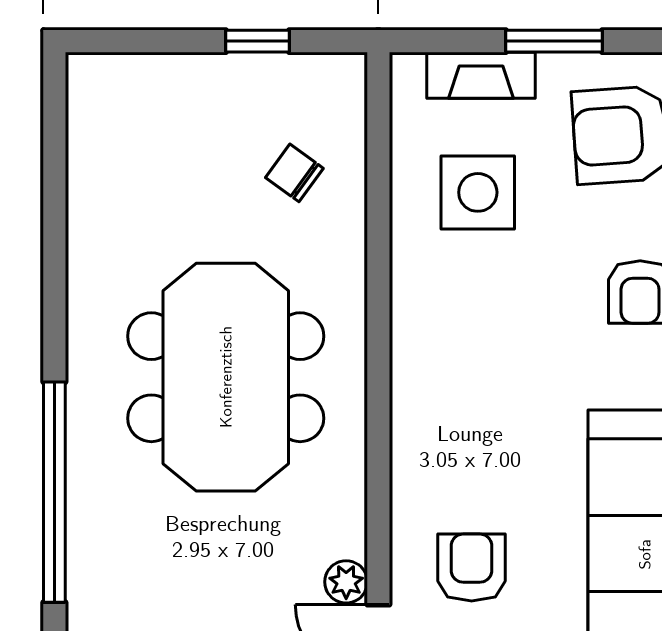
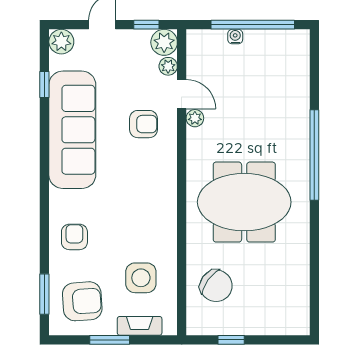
chair: (294, 173) -> (216, 286), width x1.87, depth x1.87
meeting table: (226, 377) -> (244, 202), turned 90
armchair: (472, 568) -> (143, 124), turned -90

